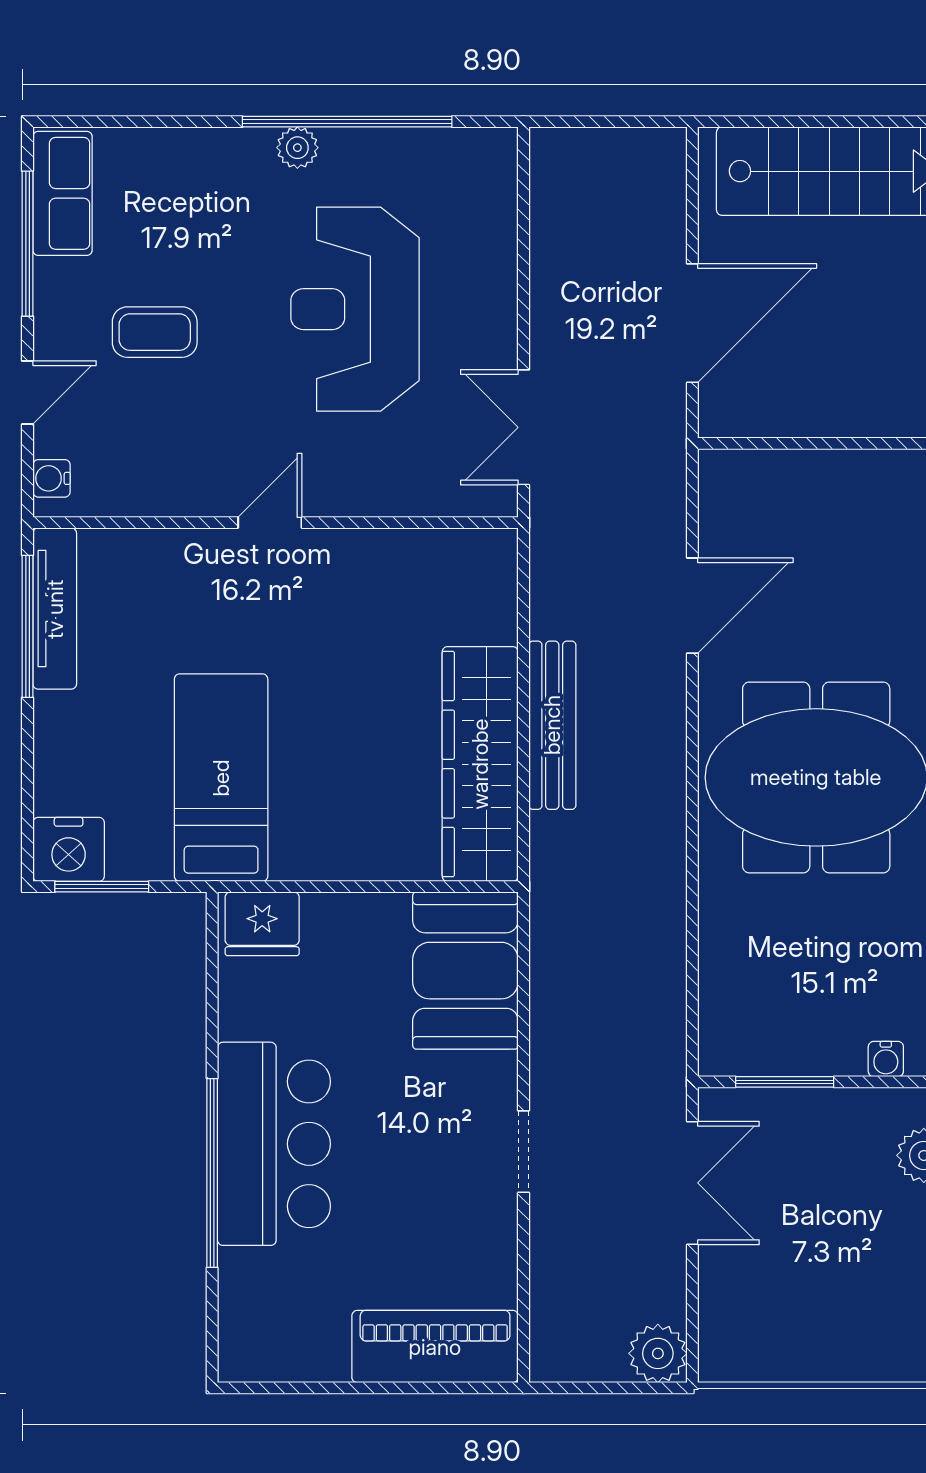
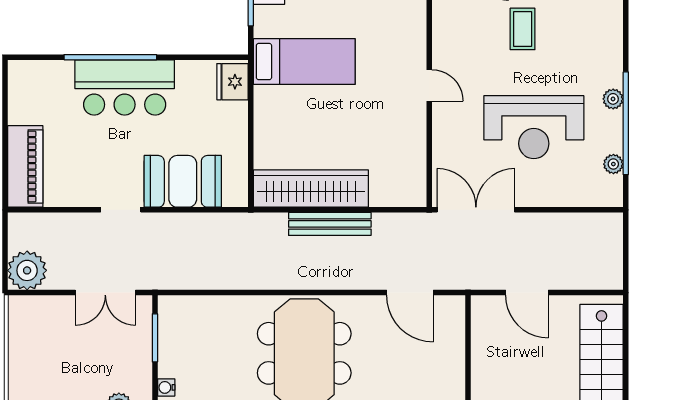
plant: (430, 147) -> (613, 164), added
reception desk: (355, 309) -> (534, 127), turned 180
door: (692, 323) -> (527, 293), width x0.73
double door: (524, 427) -> (476, 210), width x1.37
door: (692, 606) -> (410, 293), moved
booth: (465, 971) -> (183, 181), moved
plant: (658, 1353) -> (27, 270), width x1.36, depth x1.36

